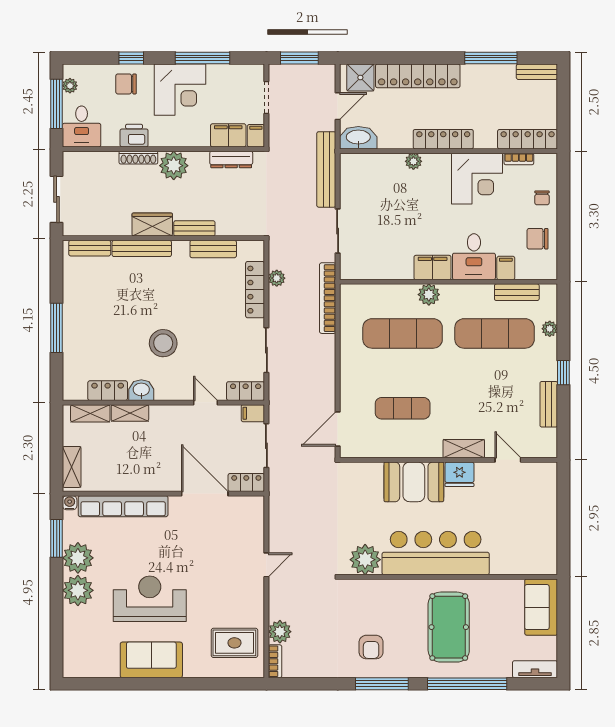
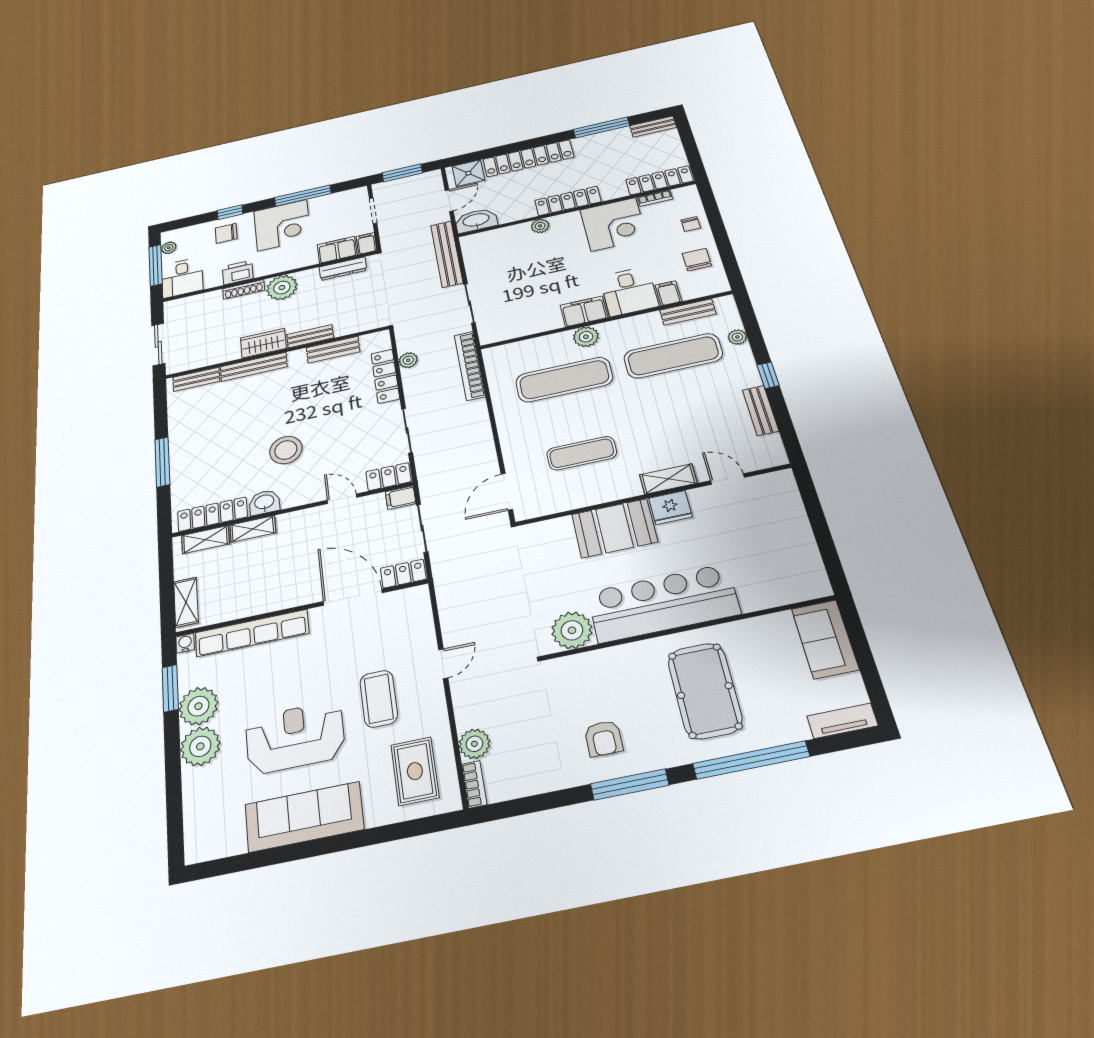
chair: (538, 239) -> (697, 260), turned 90
locker: (108, 391) -> (212, 514), width x1.53
coffee table: (215, 582) -> (379, 699), added
rug: (234, 643) -> (415, 771), turned 90
sofa: (151, 660) -> (304, 817), width x1.36

